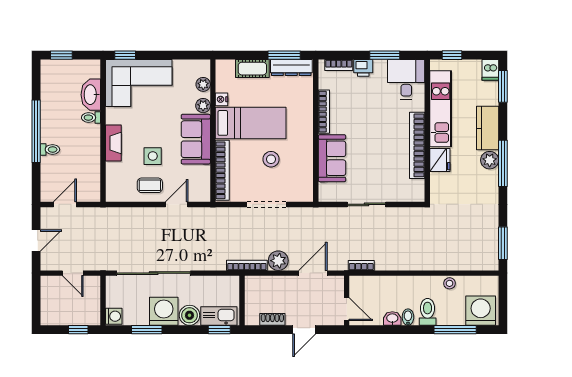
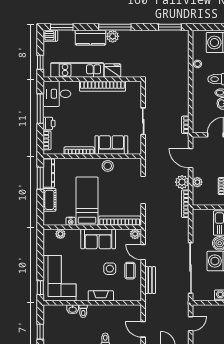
window: (385, 55) -> (40, 109), width x1.44
washbasin: (91, 95) -> (73, 309), width x0.52, depth x0.69
plant: (203, 106) -> (135, 234), moved
stool: (271, 159) -> (108, 166), moved
bench: (136, 215) -> (150, 280), added
plant: (278, 283) -> (197, 182), added

